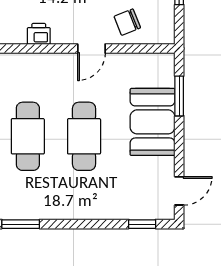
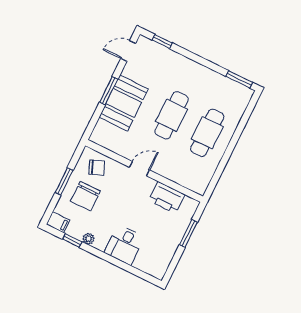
chair: (127, 22) -> (97, 168), moved
printer: (39, 34) -> (167, 198), width x1.87, depth x1.48
window: (179, 96) -> (109, 91), moved

